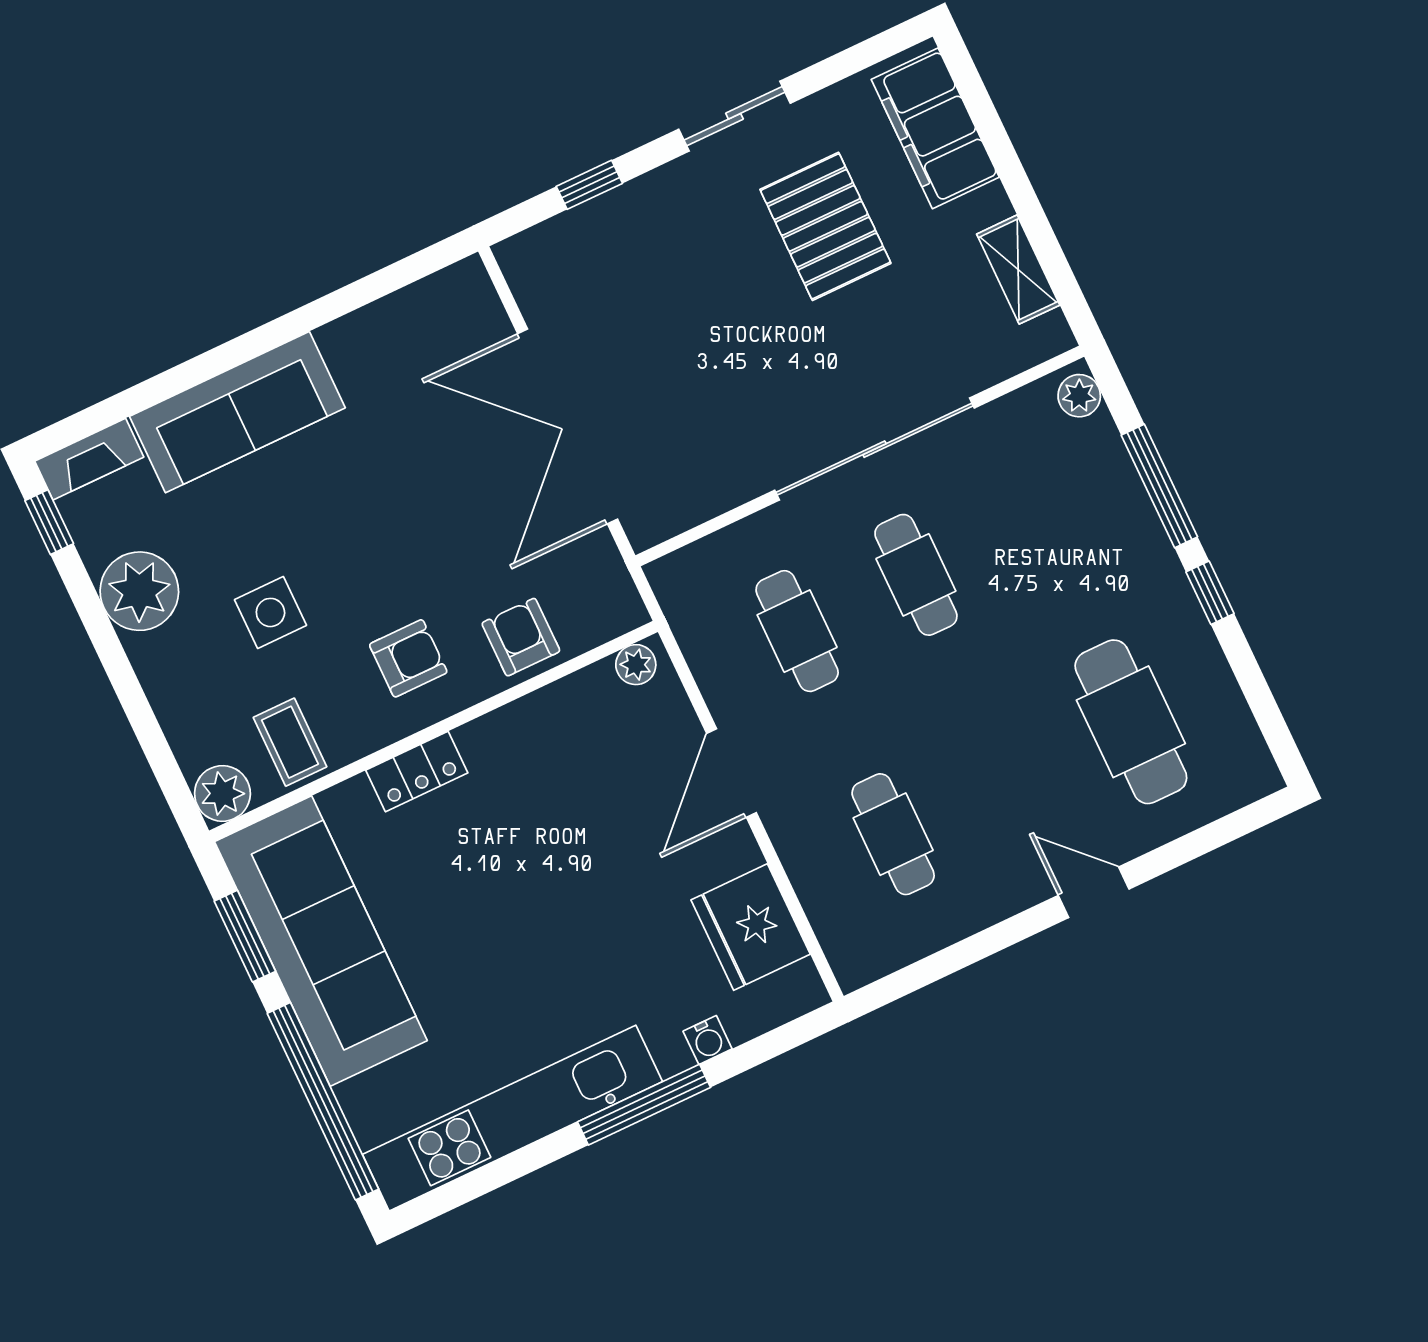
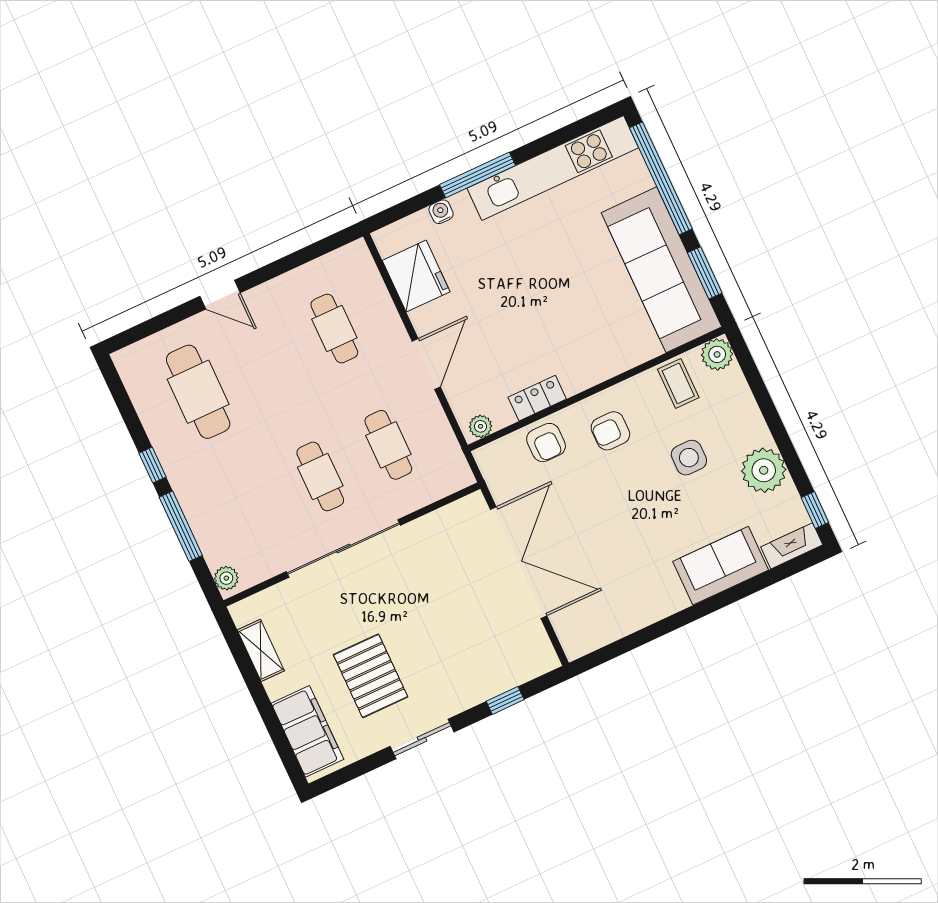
sofa: (237, 412) -> (721, 566), width x0.73
locker: (417, 772) -> (537, 398), moved

